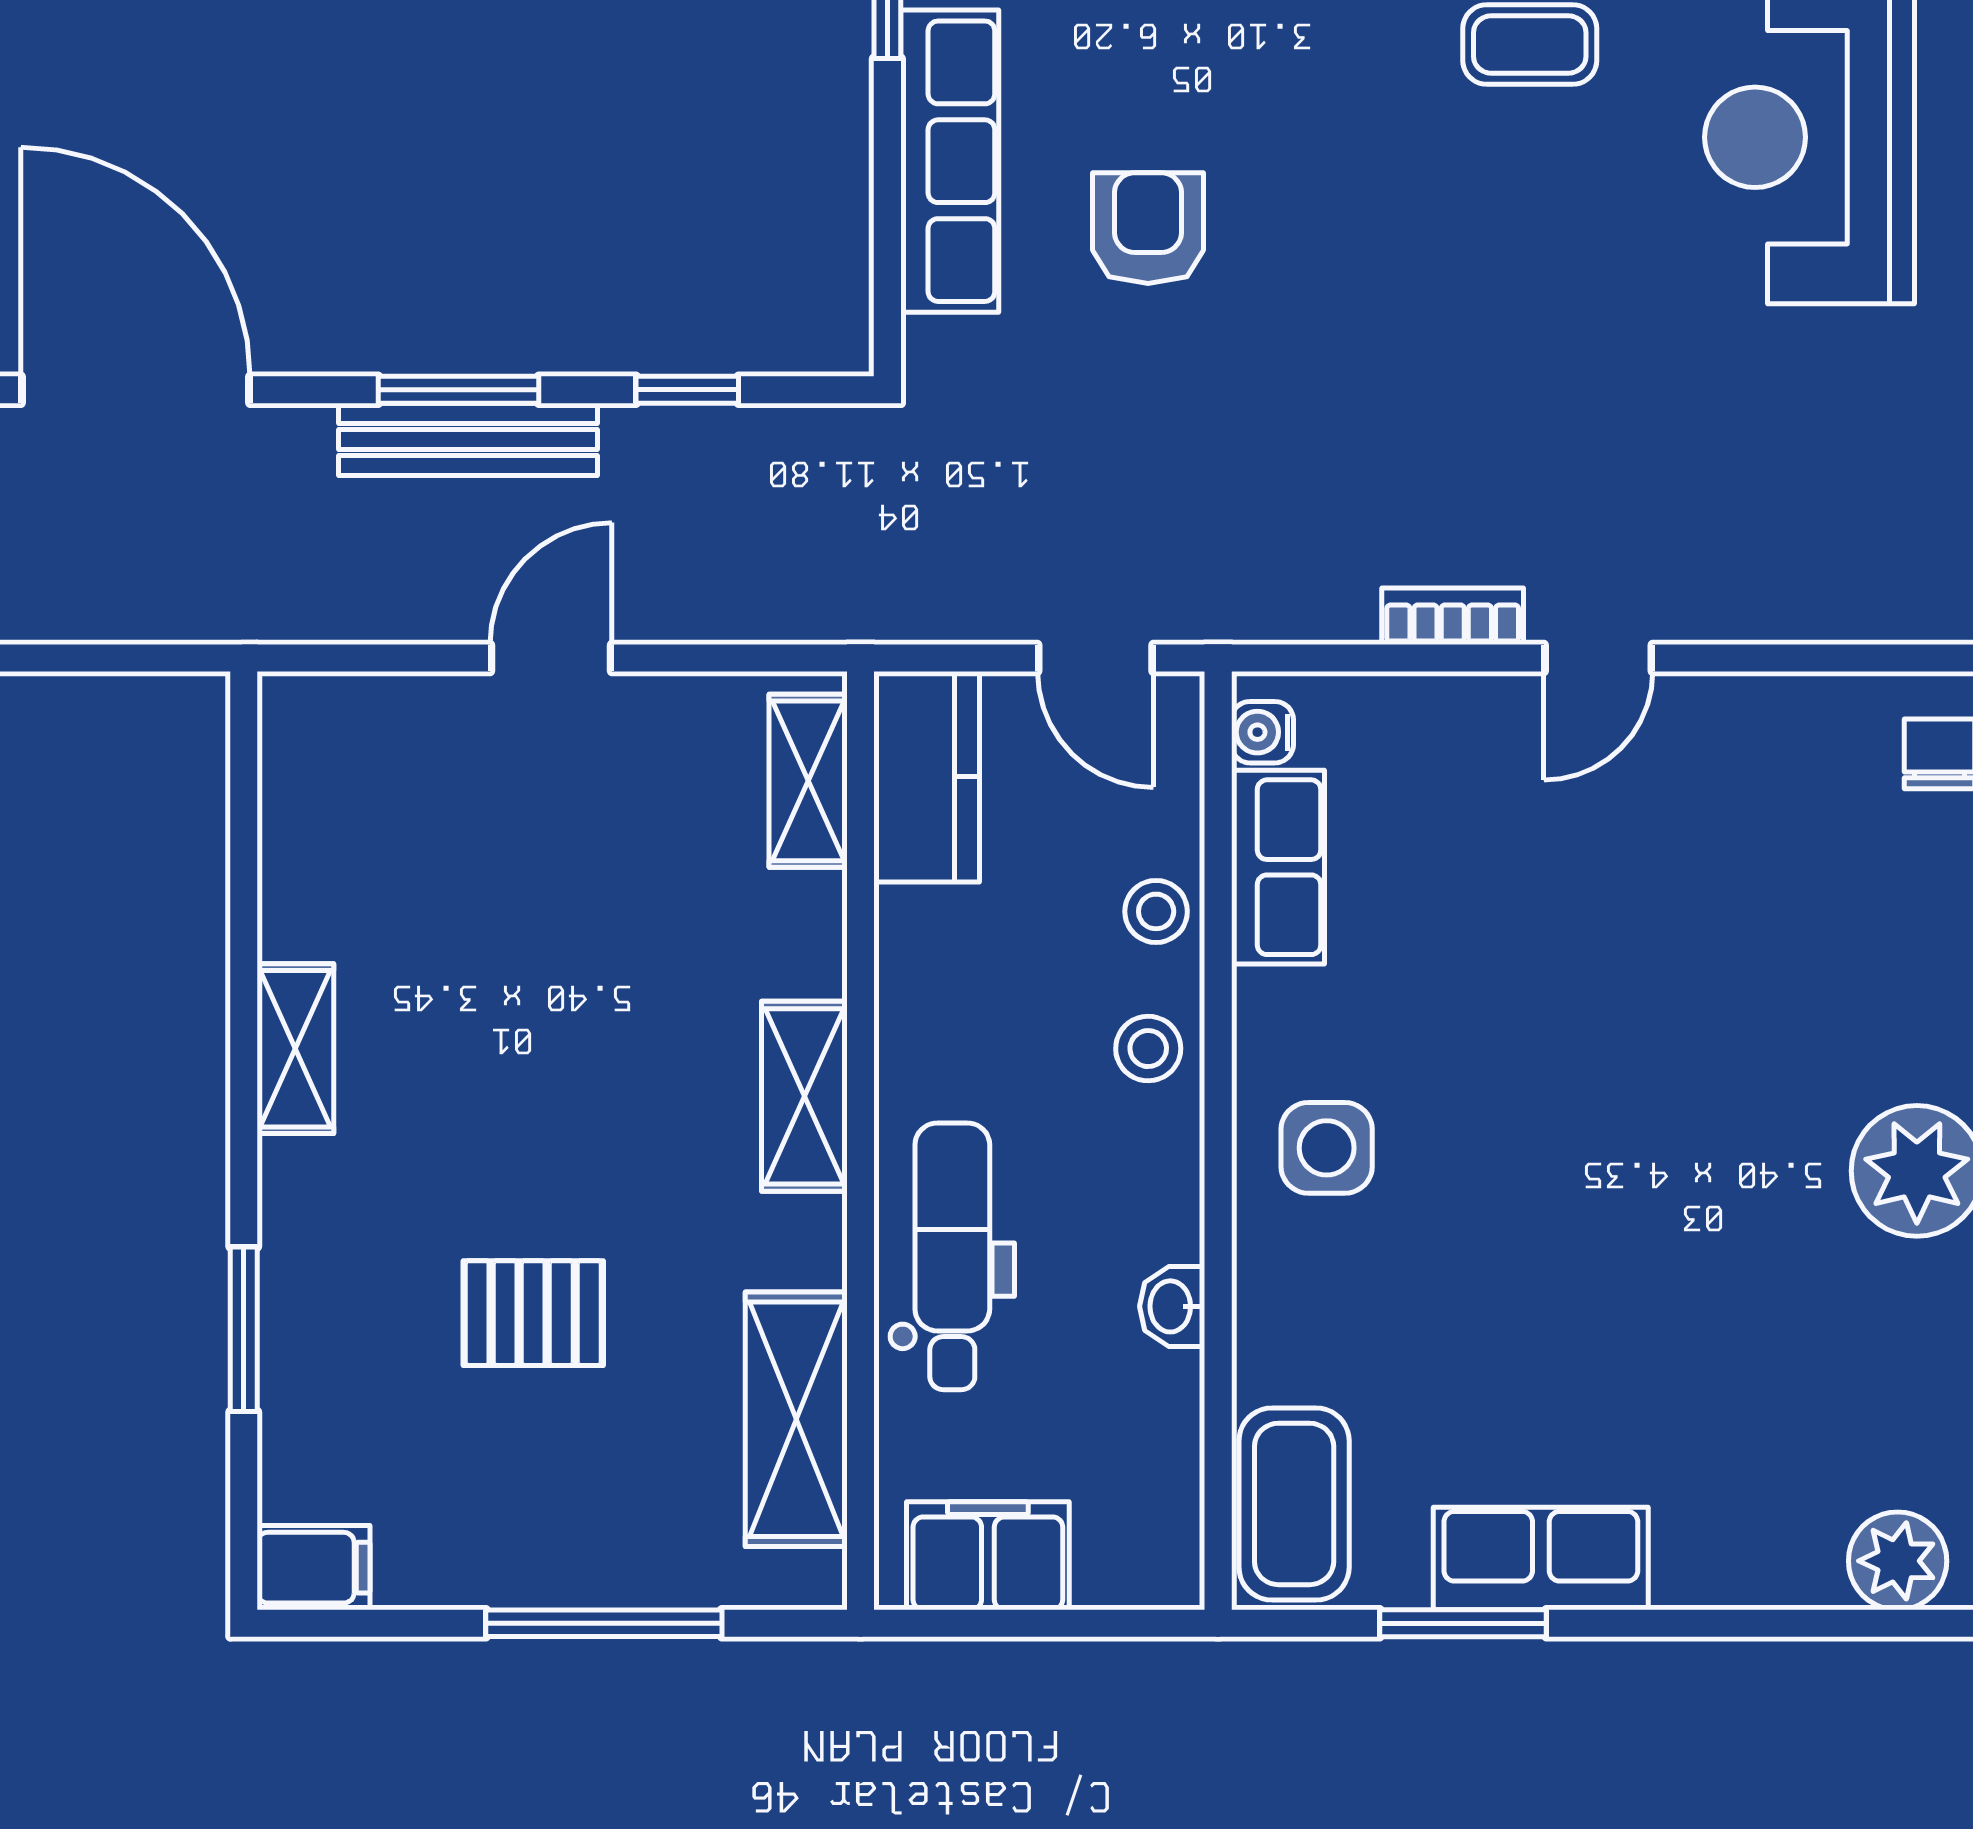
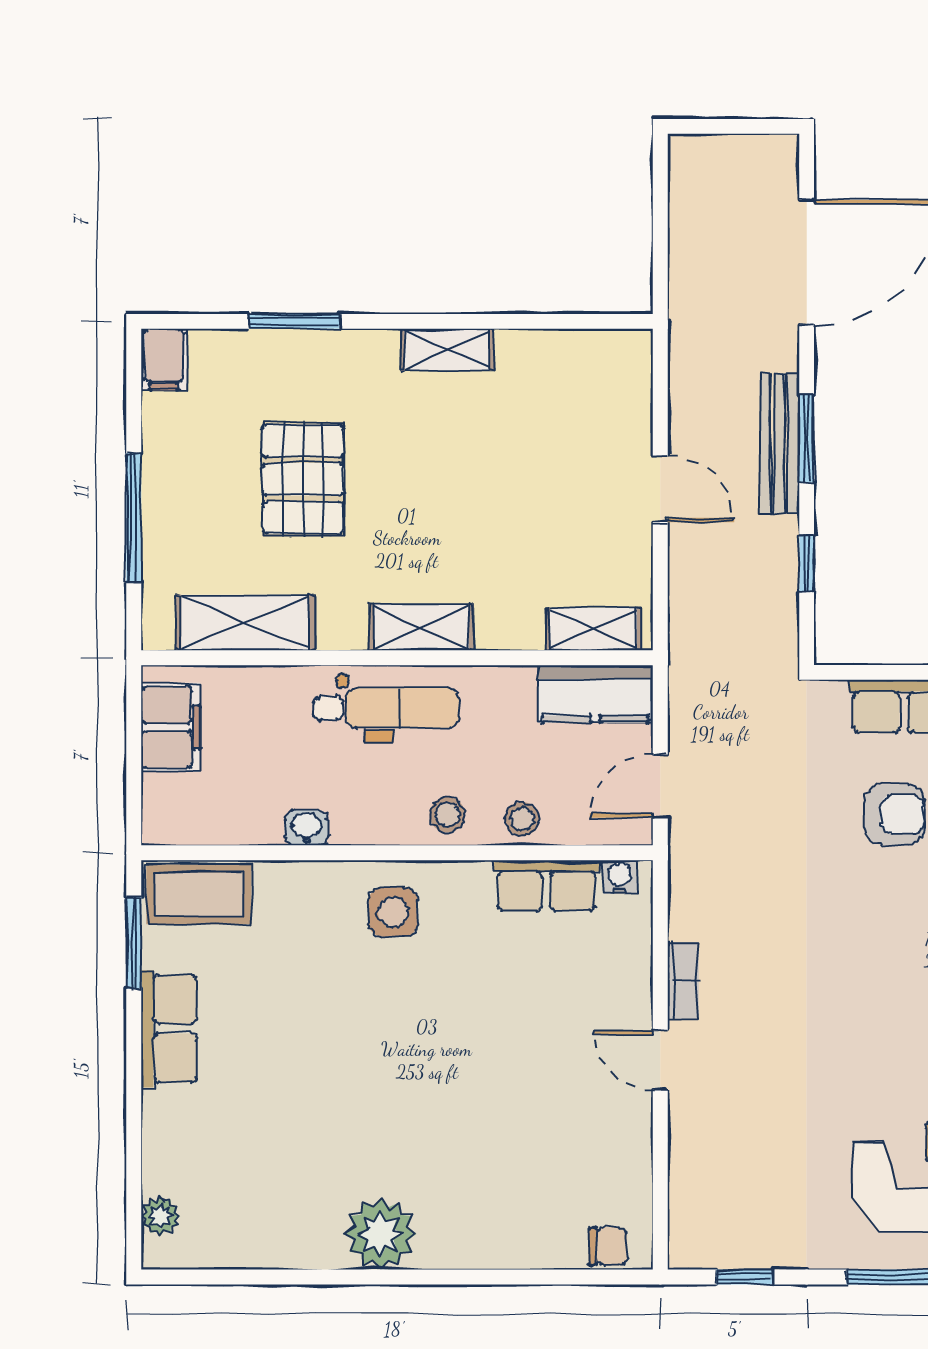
dental chair: (952, 1256) -> (386, 708), moved
pallet: (533, 1313) -> (303, 479), width x1.50, depth x1.42
plant: (1898, 1561) -> (161, 1216), width x0.73, depth x0.73
window: (1463, 1623) -> (134, 943), moved

